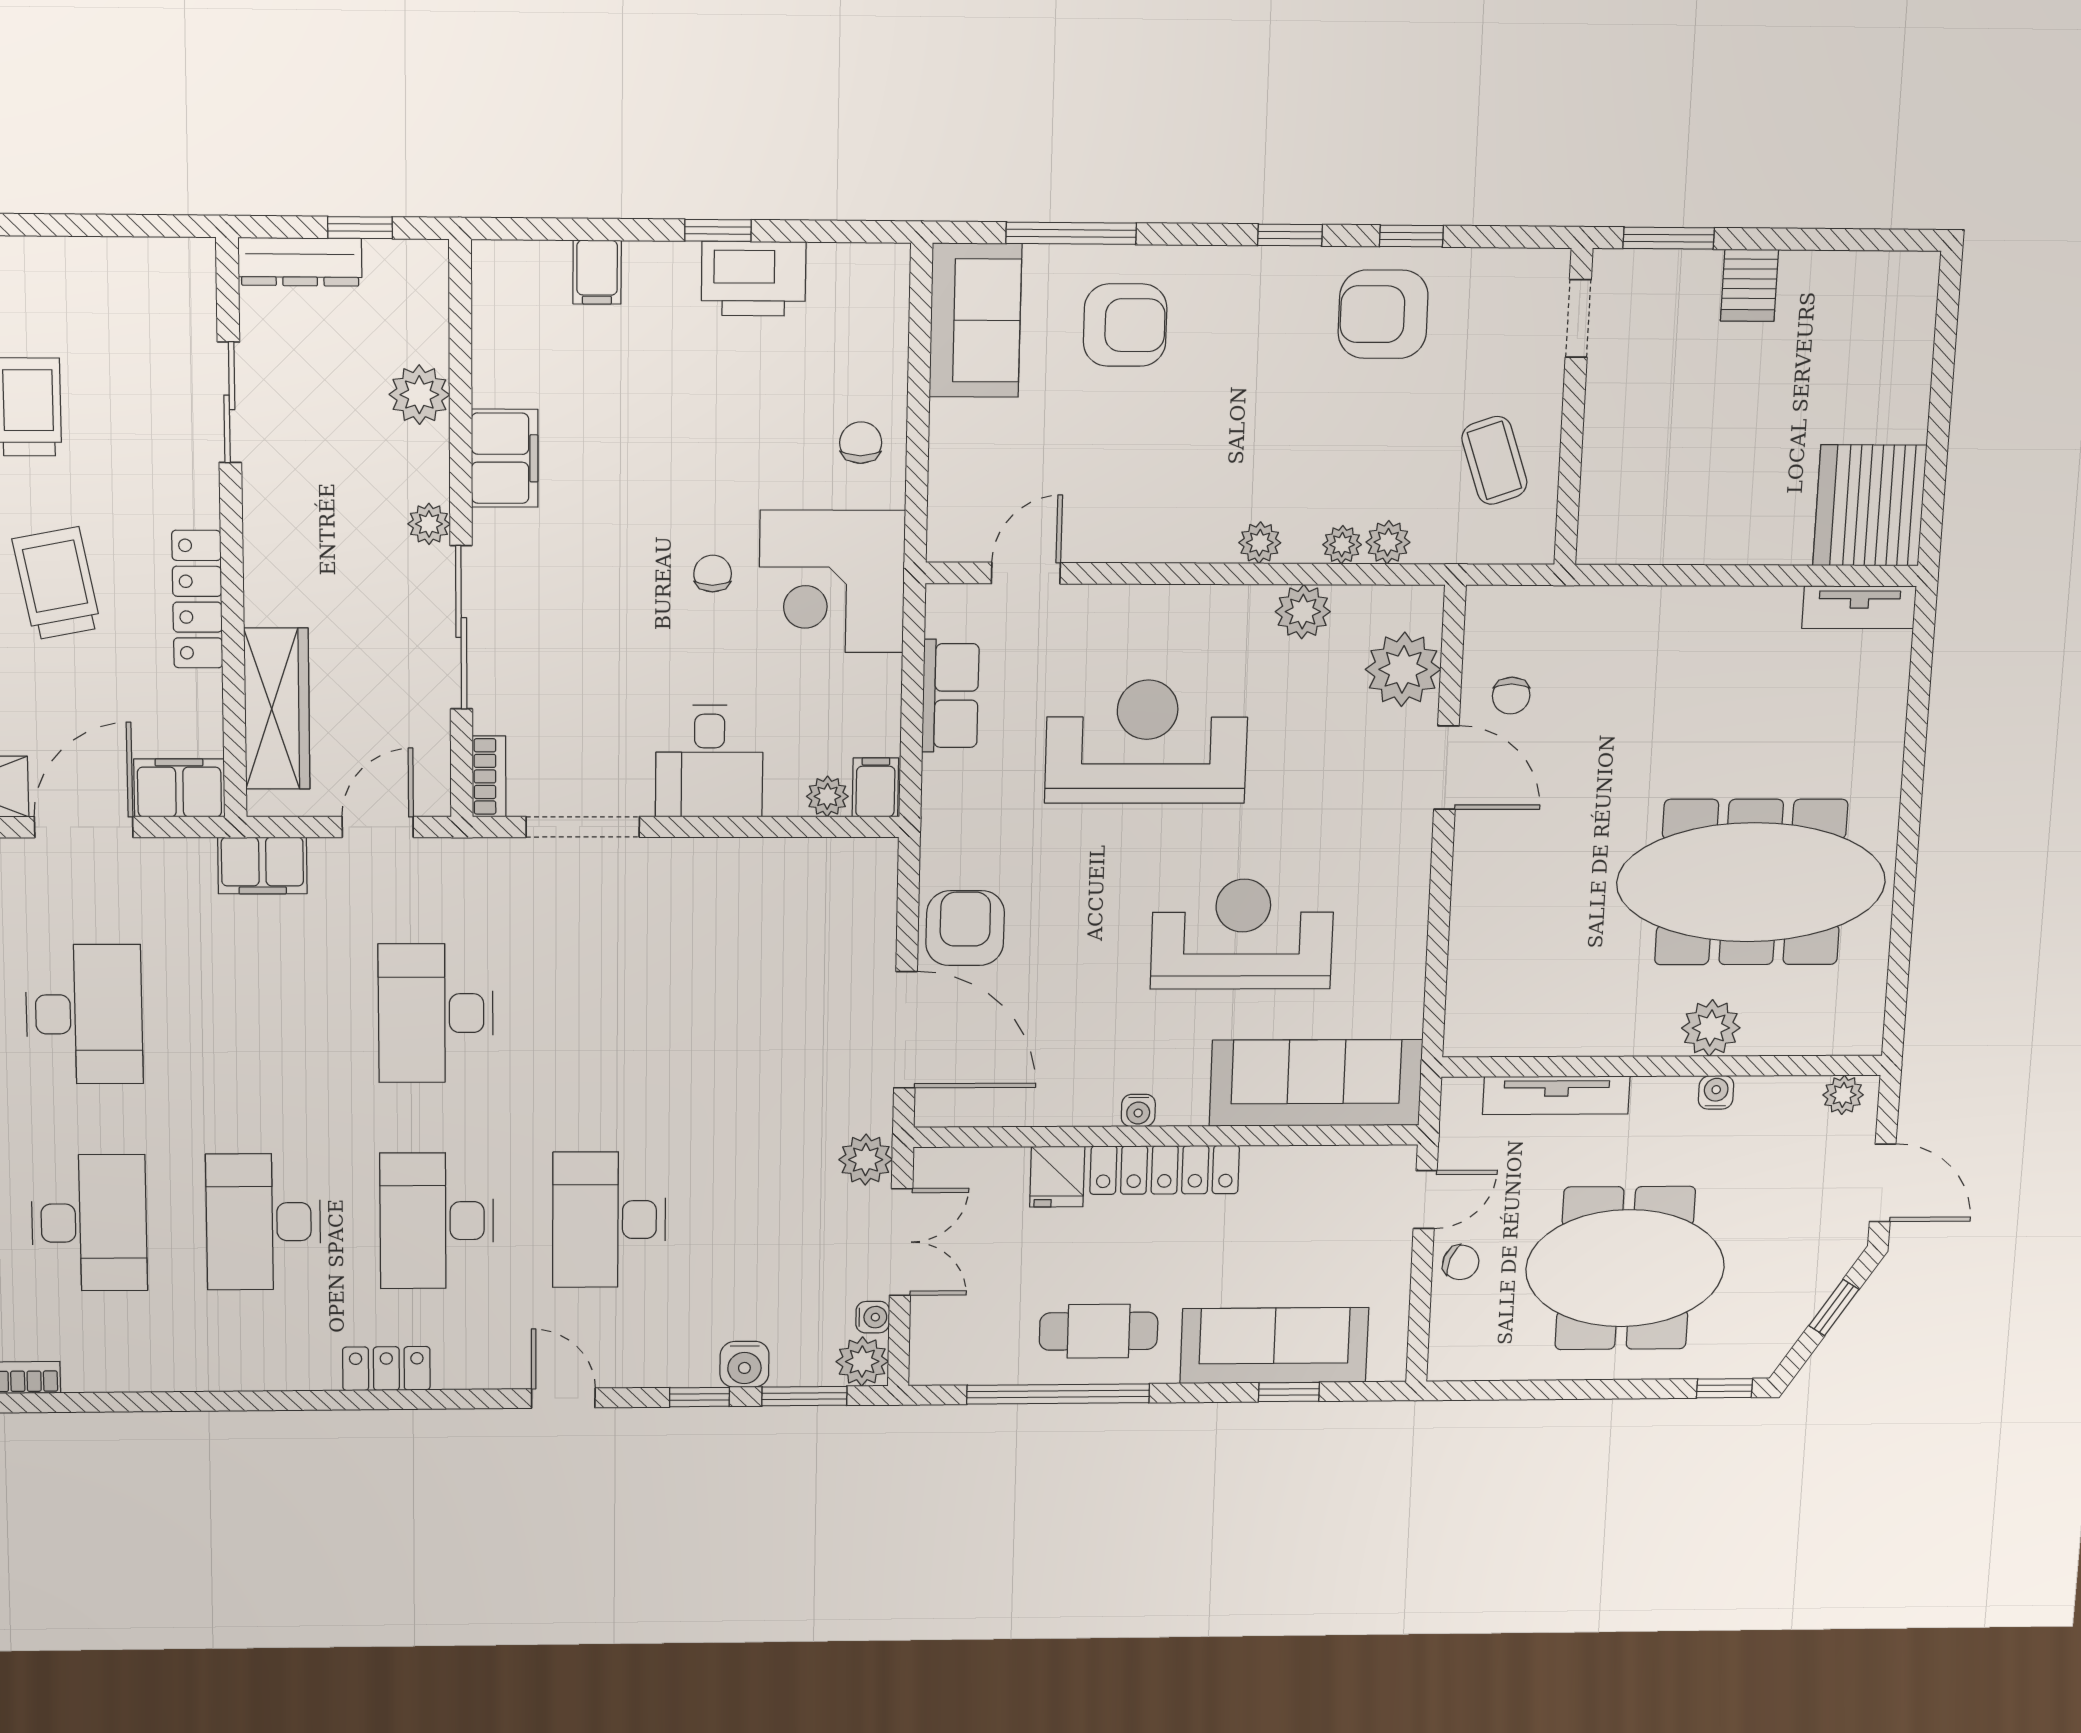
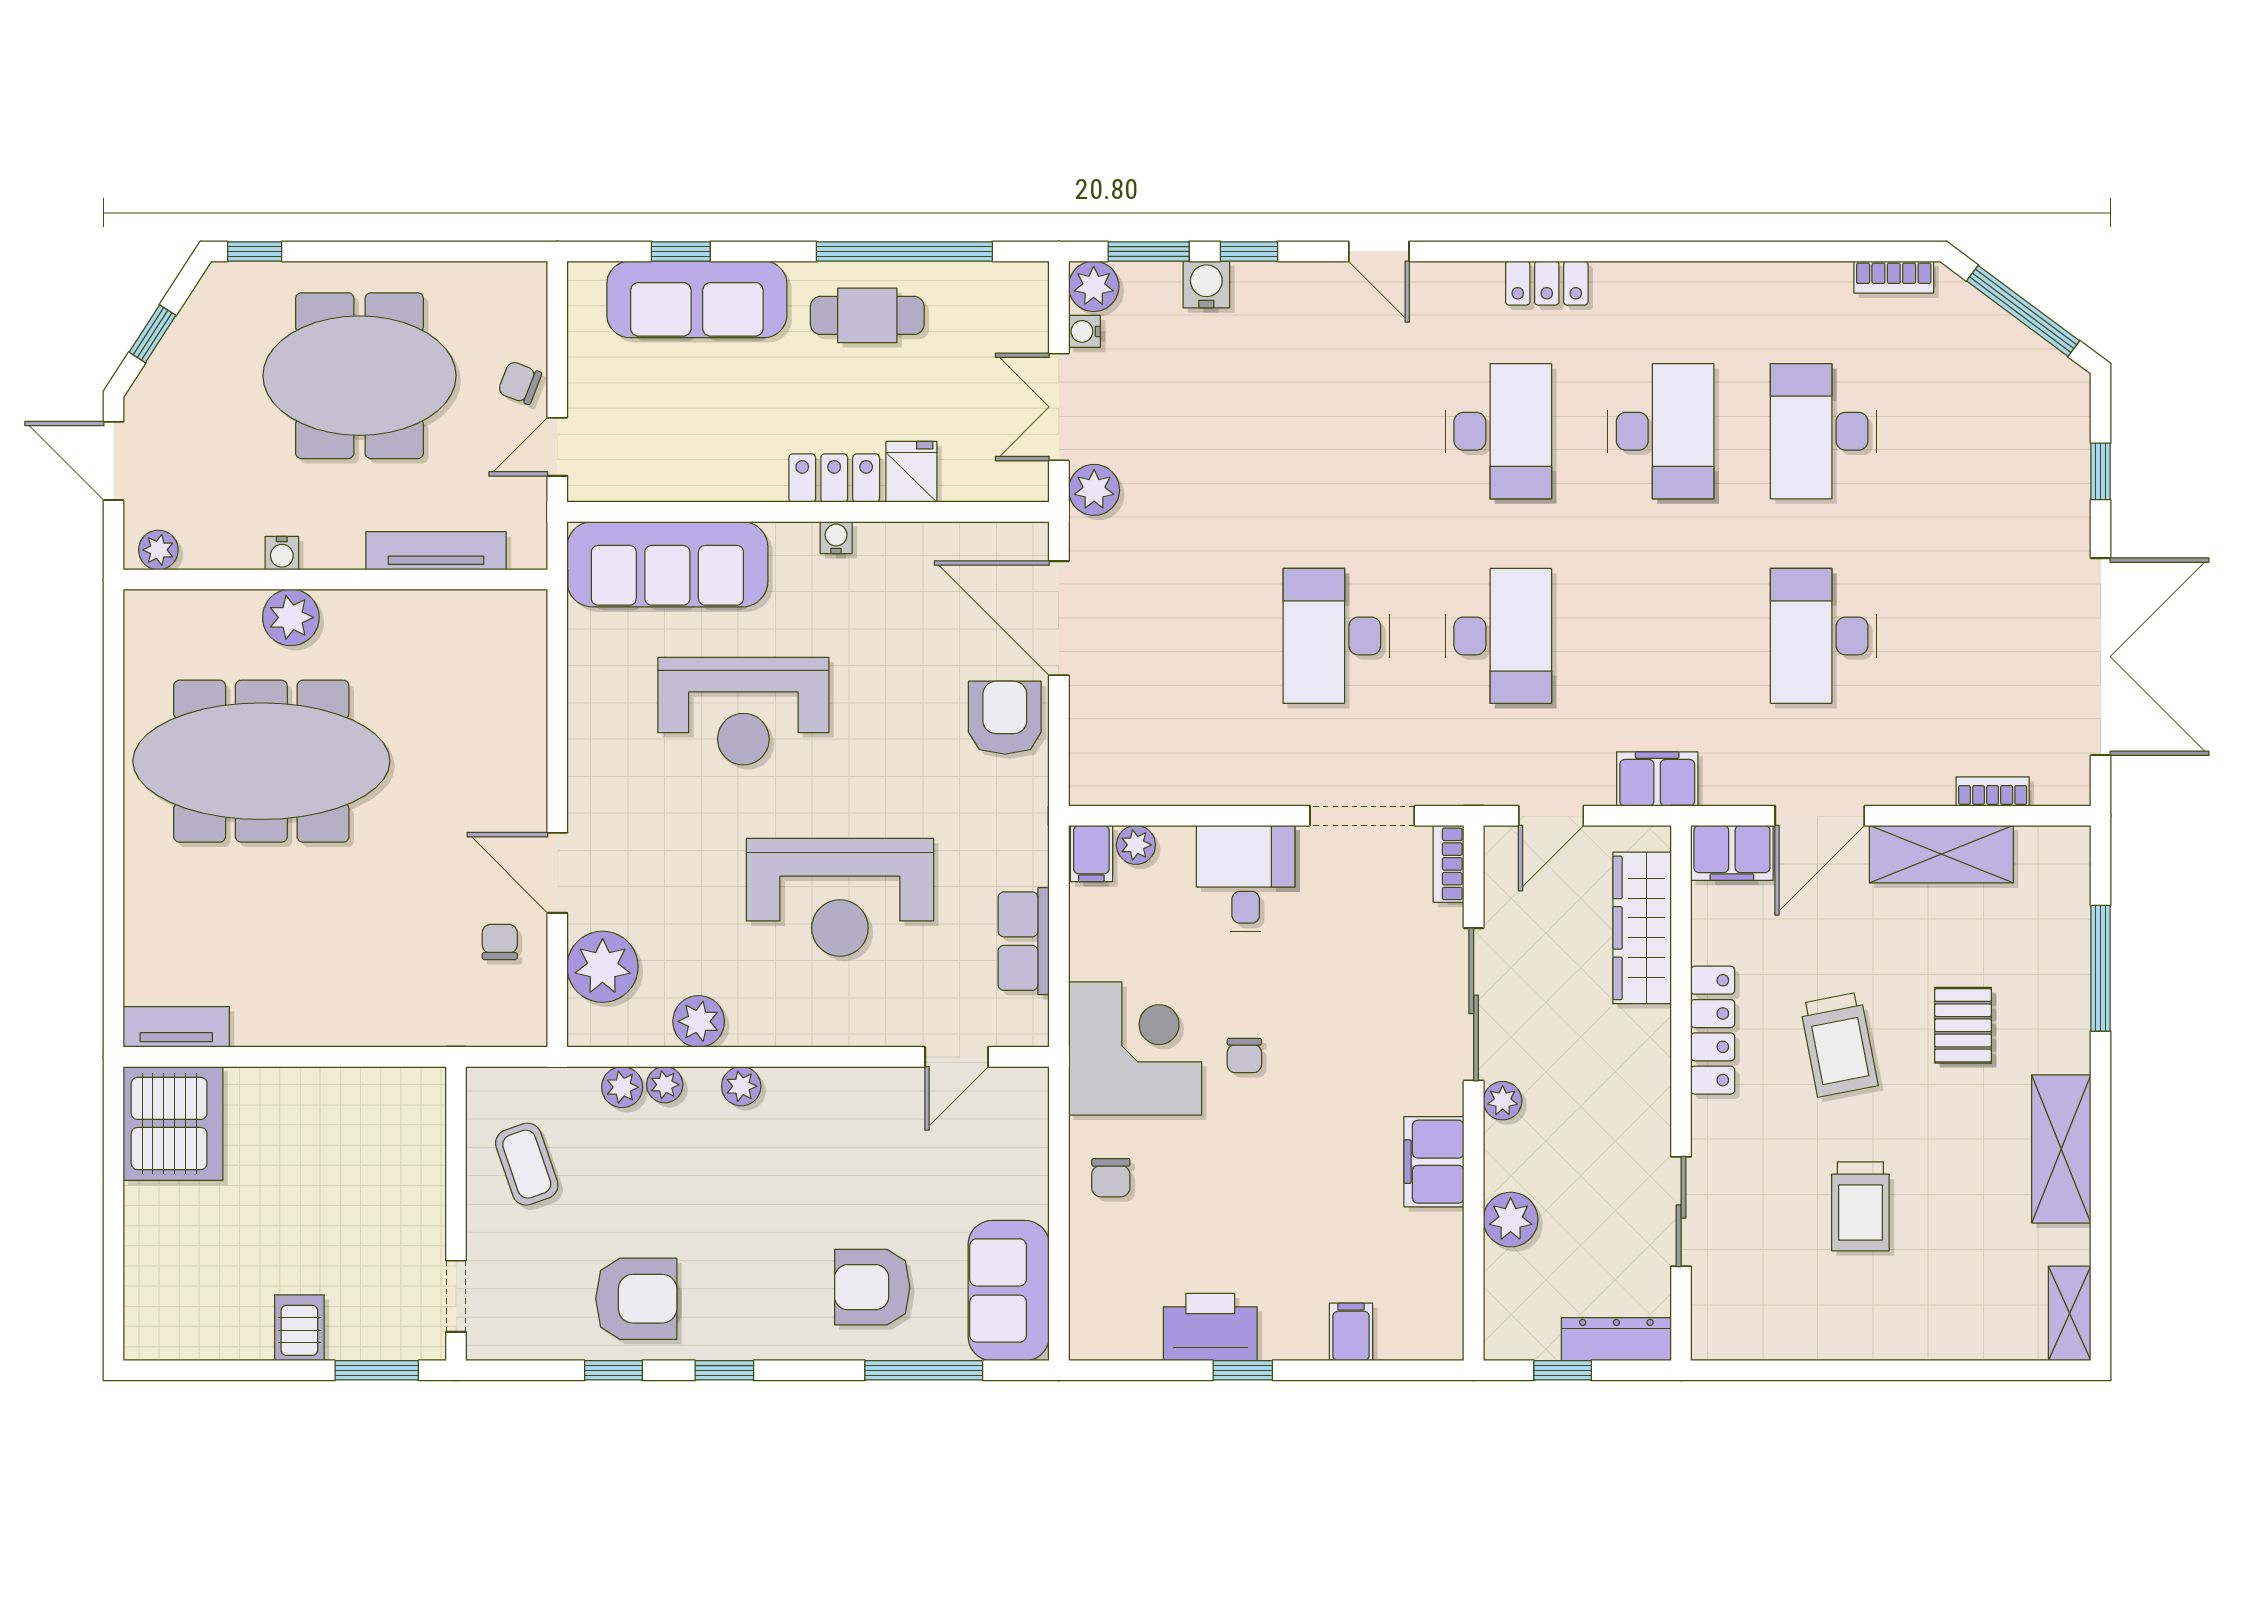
armchair: (965, 928) -> (1005, 718), turned 180
locker: (1165, 1170) -> (834, 478), width x0.66
desk: (609, 1220) -> (1336, 636), moved, turned 180

